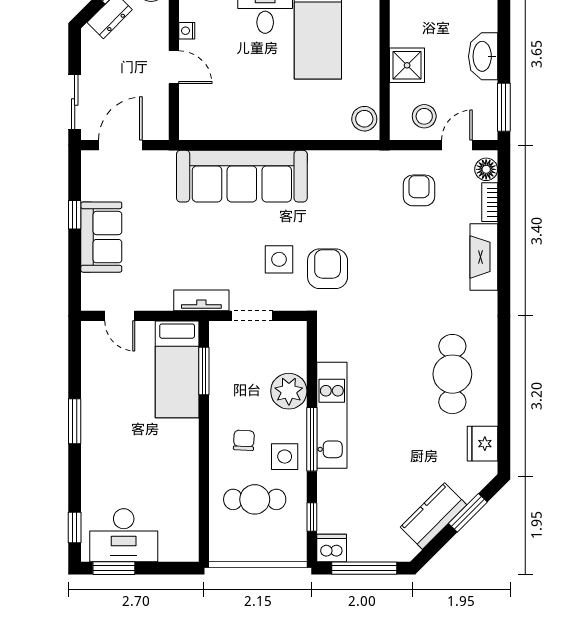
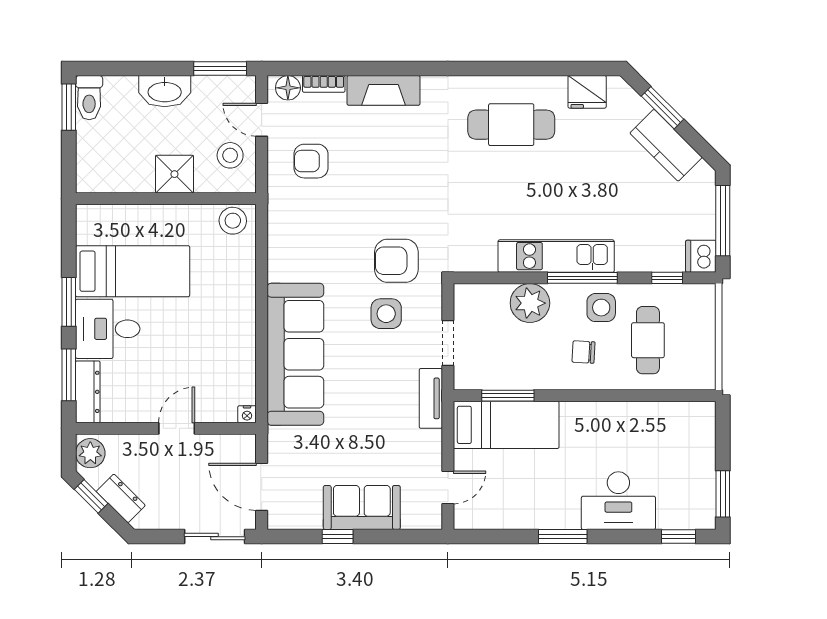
nightstand: (187, 31) -> (247, 414), moved
desk: (124, 535) -> (618, 501), moved, turned 90

